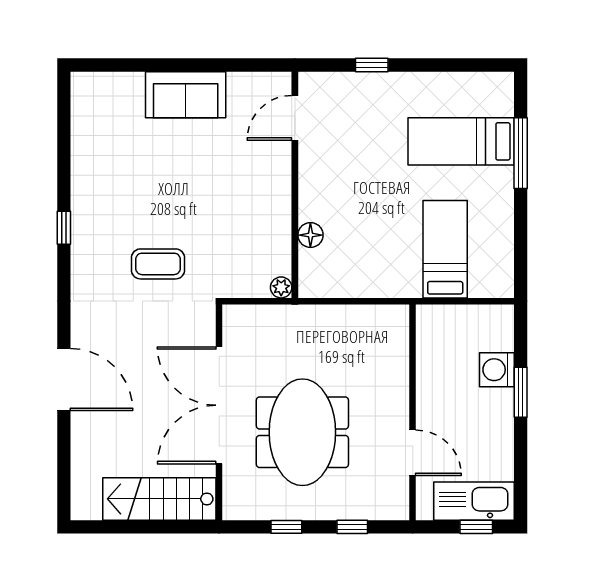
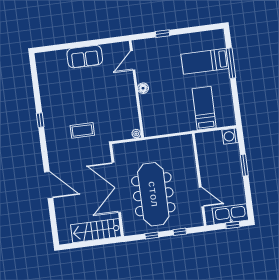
floor lamp: (310, 235) -> (143, 88), moved
washing machine: (497, 370) -> (230, 136), moved
meeting table: (302, 432) -> (153, 194), width x1.36

